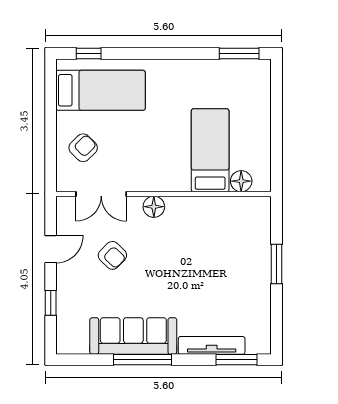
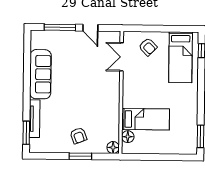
floor lamp: (154, 207) -> (113, 148), moved
armchair: (112, 255) -> (78, 136), moved, turned -65
window: (51, 303) -> (60, 27), width x2.17
window: (143, 360) -> (27, 79), removed

